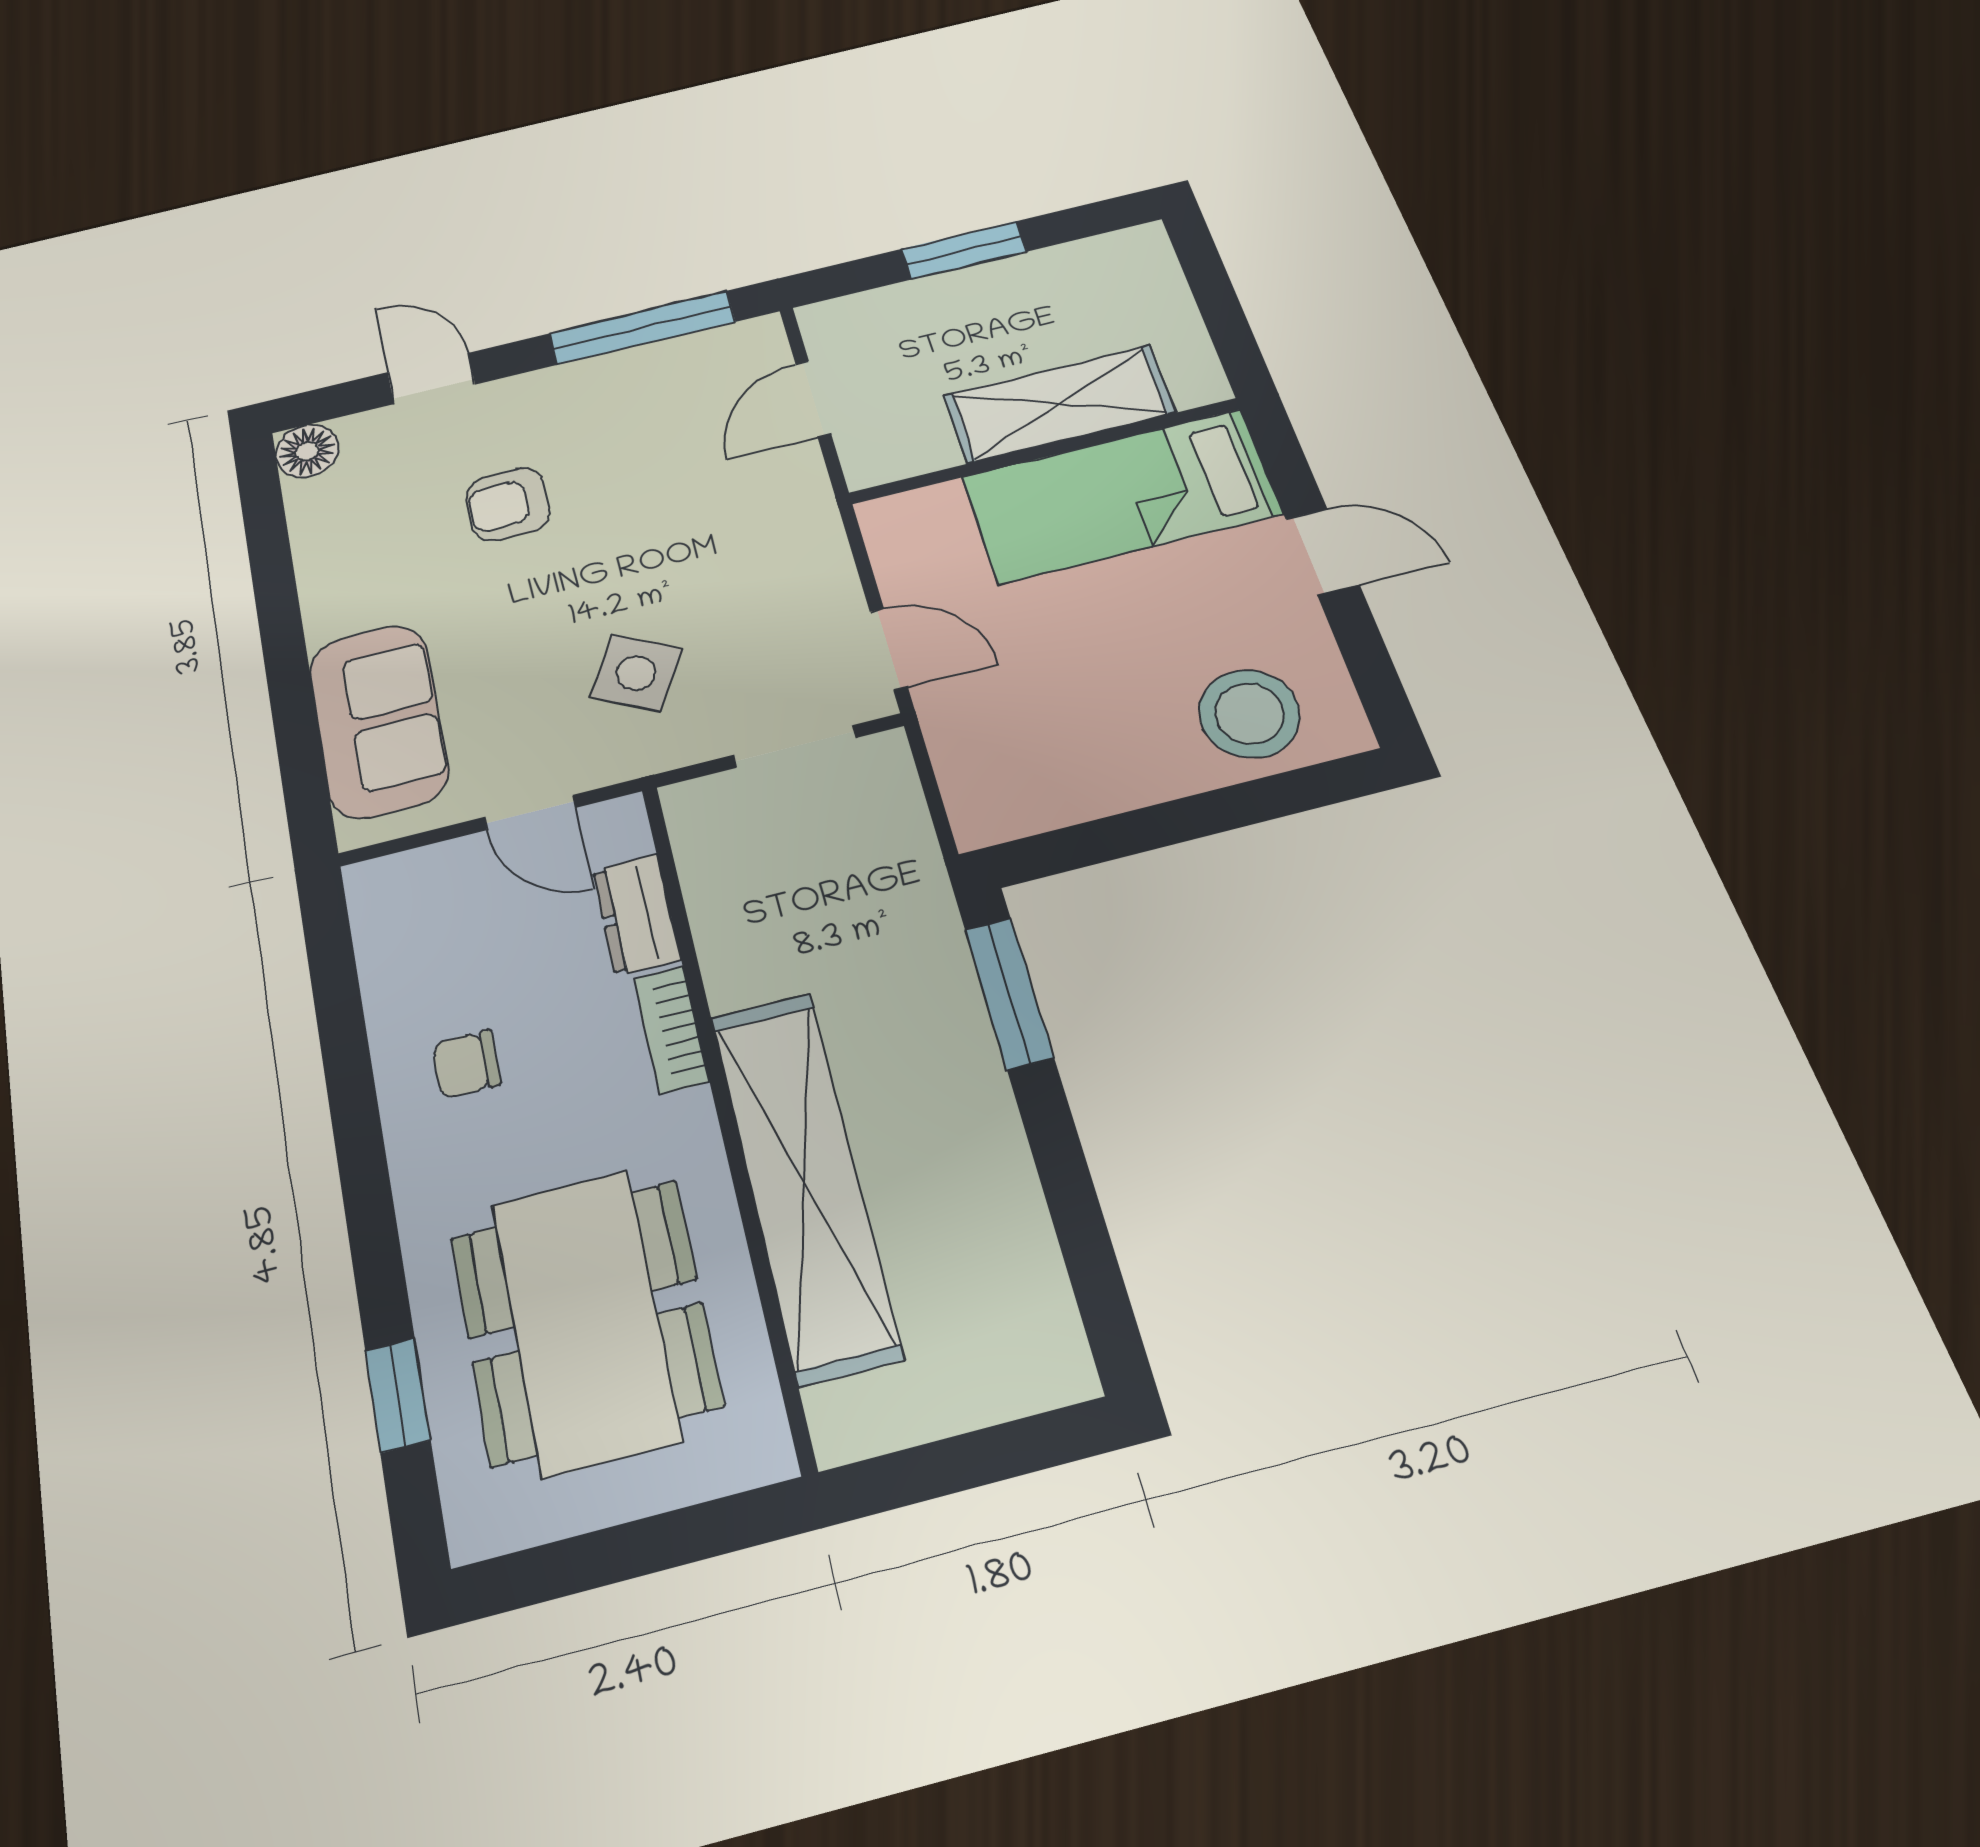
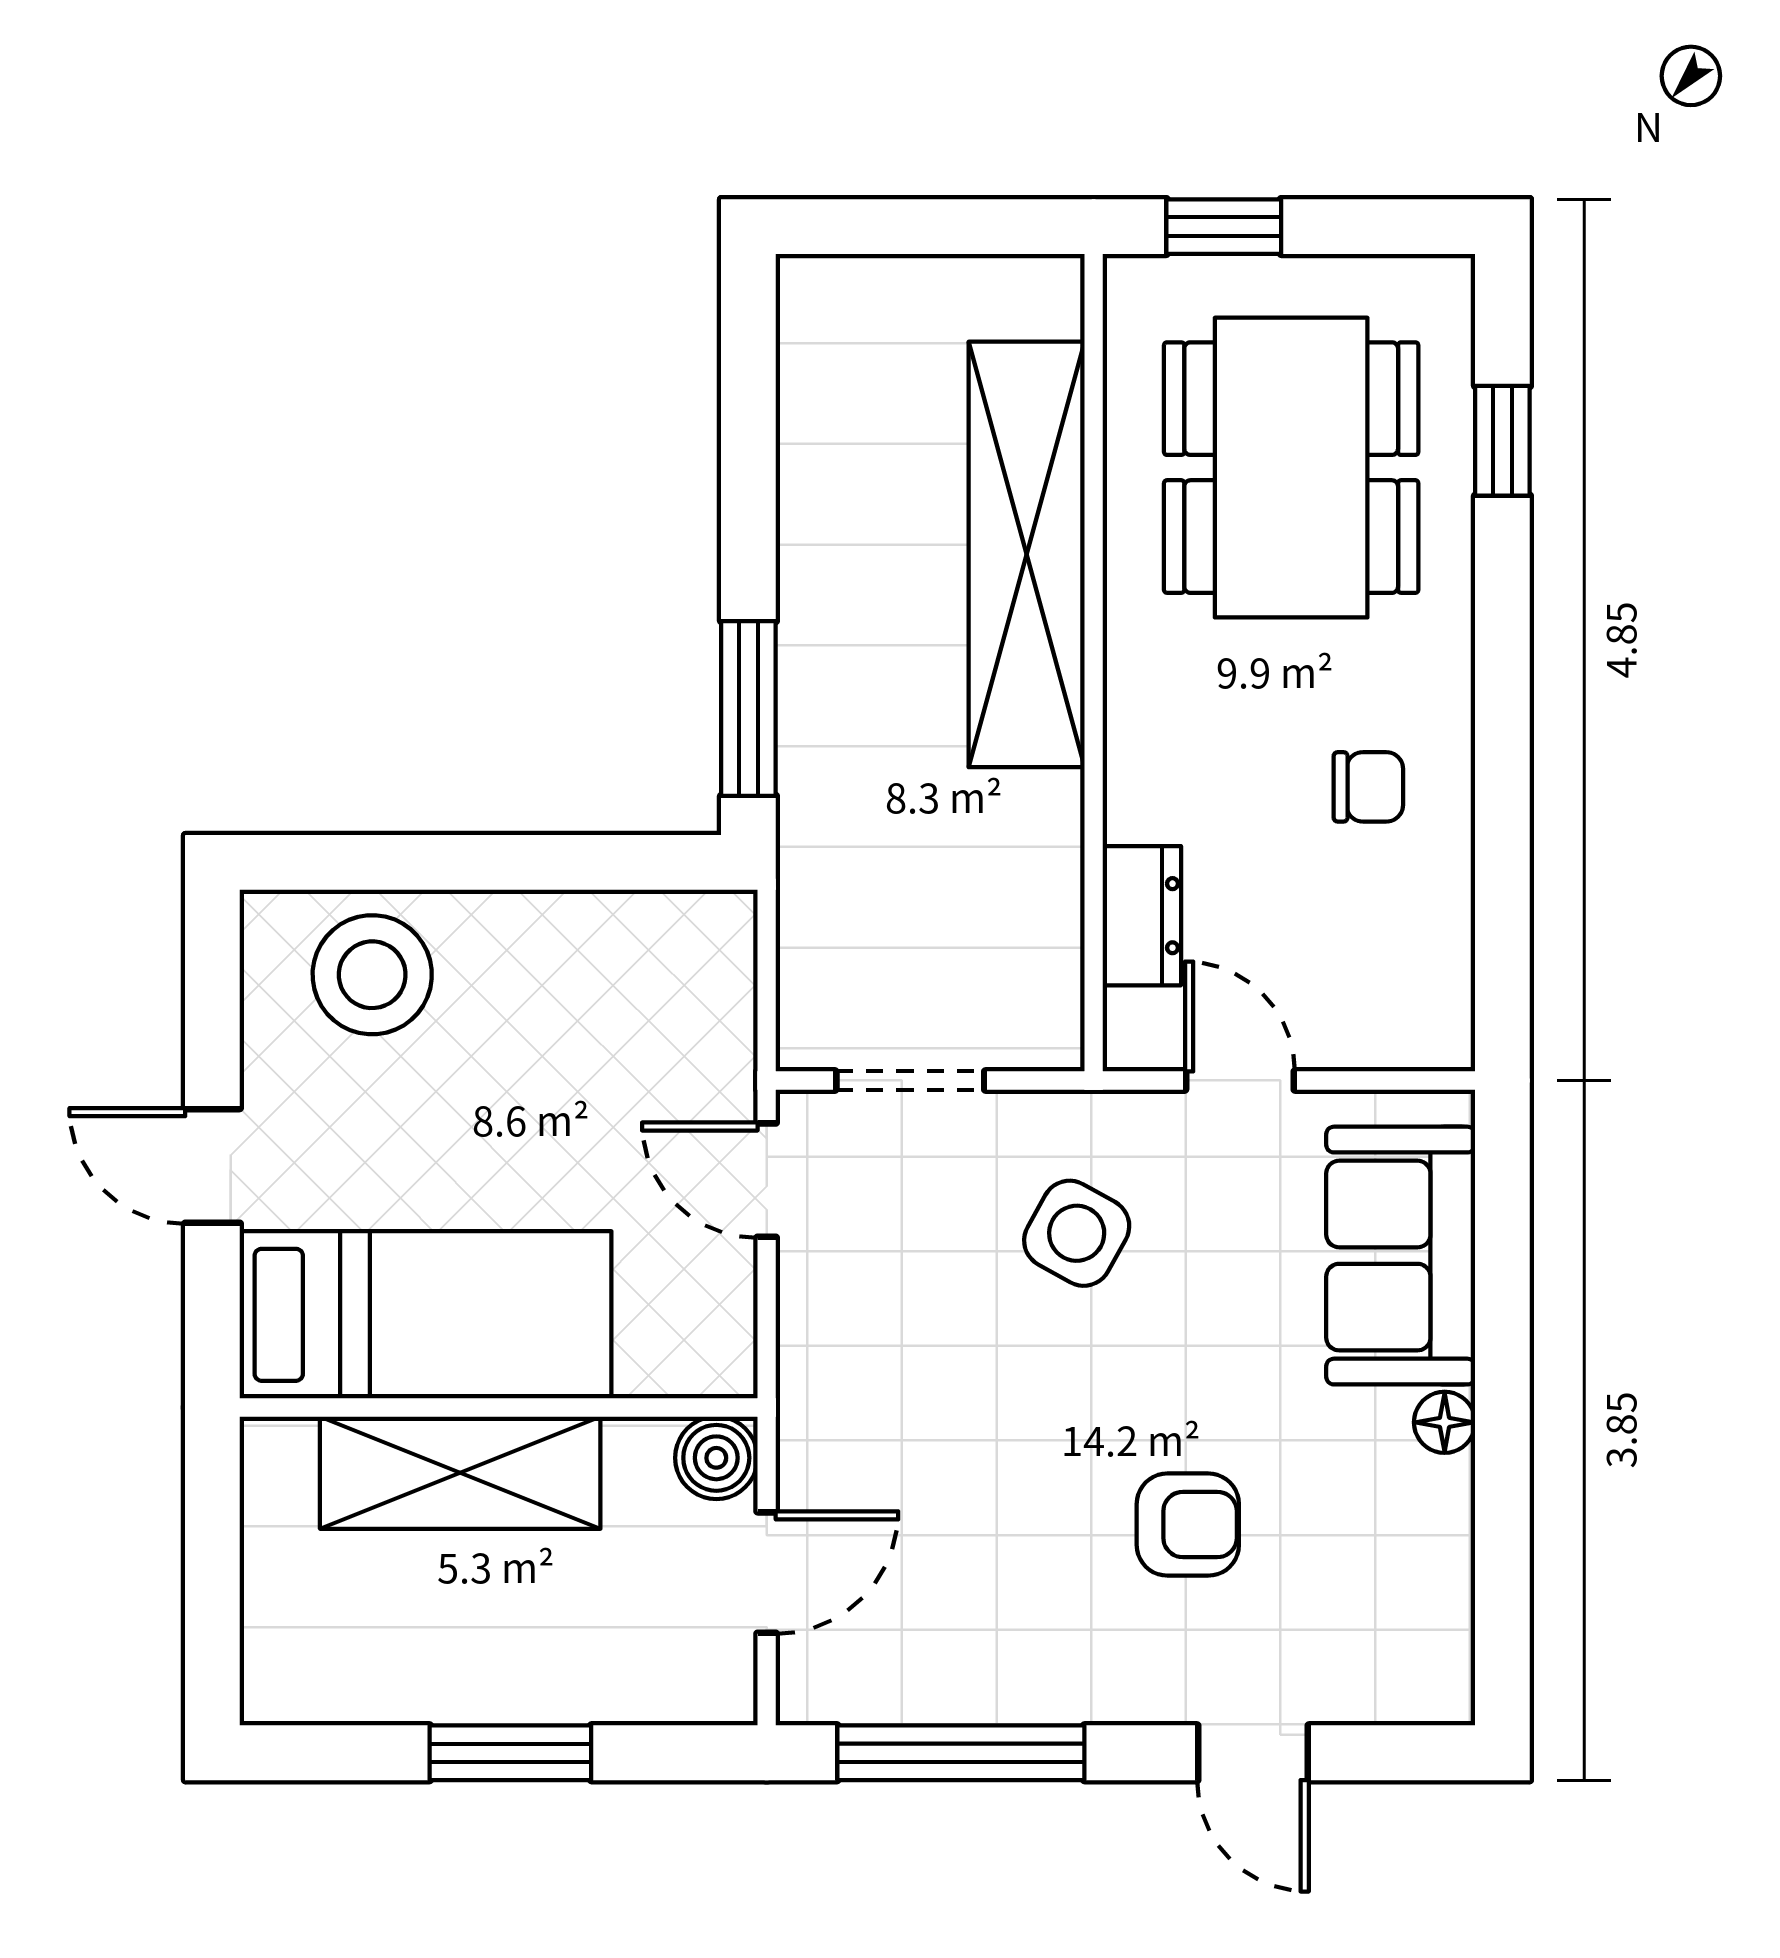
floor lamp: (307, 451) -> (1445, 1422), moved, width x0.73, depth x0.73
boiler: (872, 460) -> (716, 1458), added
bookcase: (671, 1029) -> (1132, 766), removed
window: (694, 1533) -> (1224, 227), added

